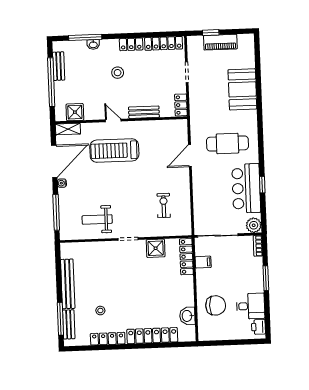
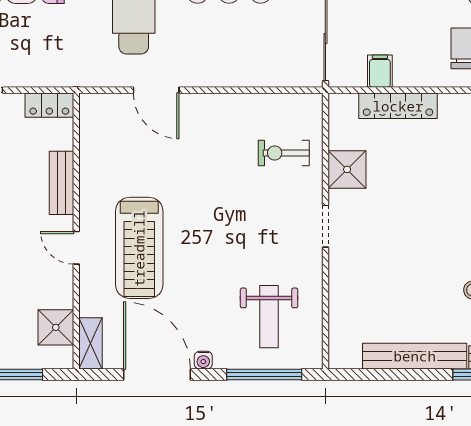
door: (113, 120) -> (76, 248), hinge flipped
exercise bike: (164, 205) -> (284, 153), moved
weight bench: (97, 220) -> (269, 317), moved
locker: (186, 257) -> (398, 106), moved

